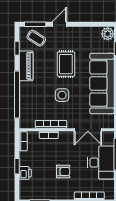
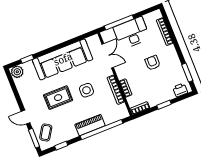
piano: (26, 66) -> (90, 125), moved
printer: (25, 173) -> (180, 90), moved

